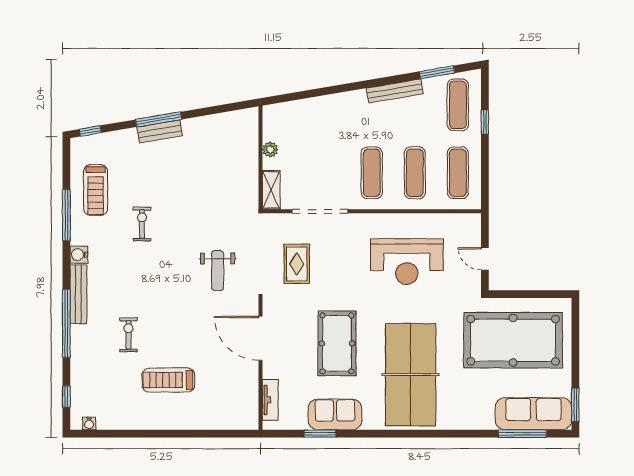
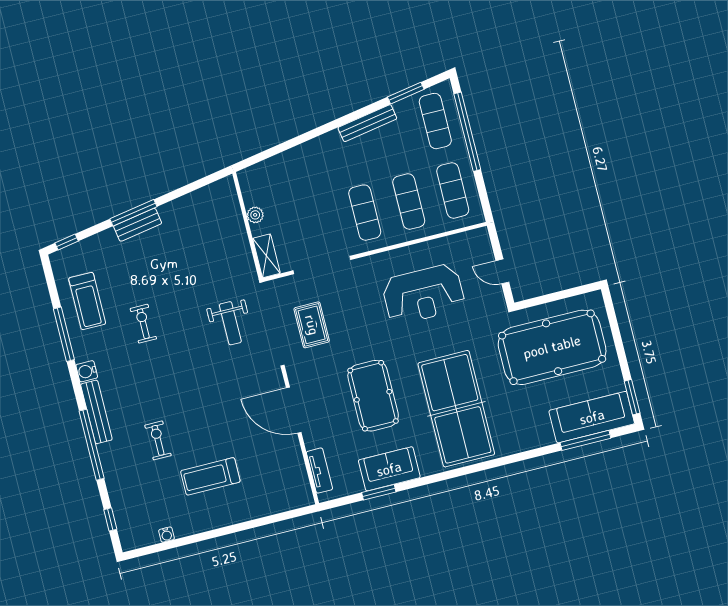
window: (485, 122) -> (467, 132), width x3.17
weight bench: (218, 271) -> (230, 323), moved
water cooler: (89, 424) -> (166, 535), moved

